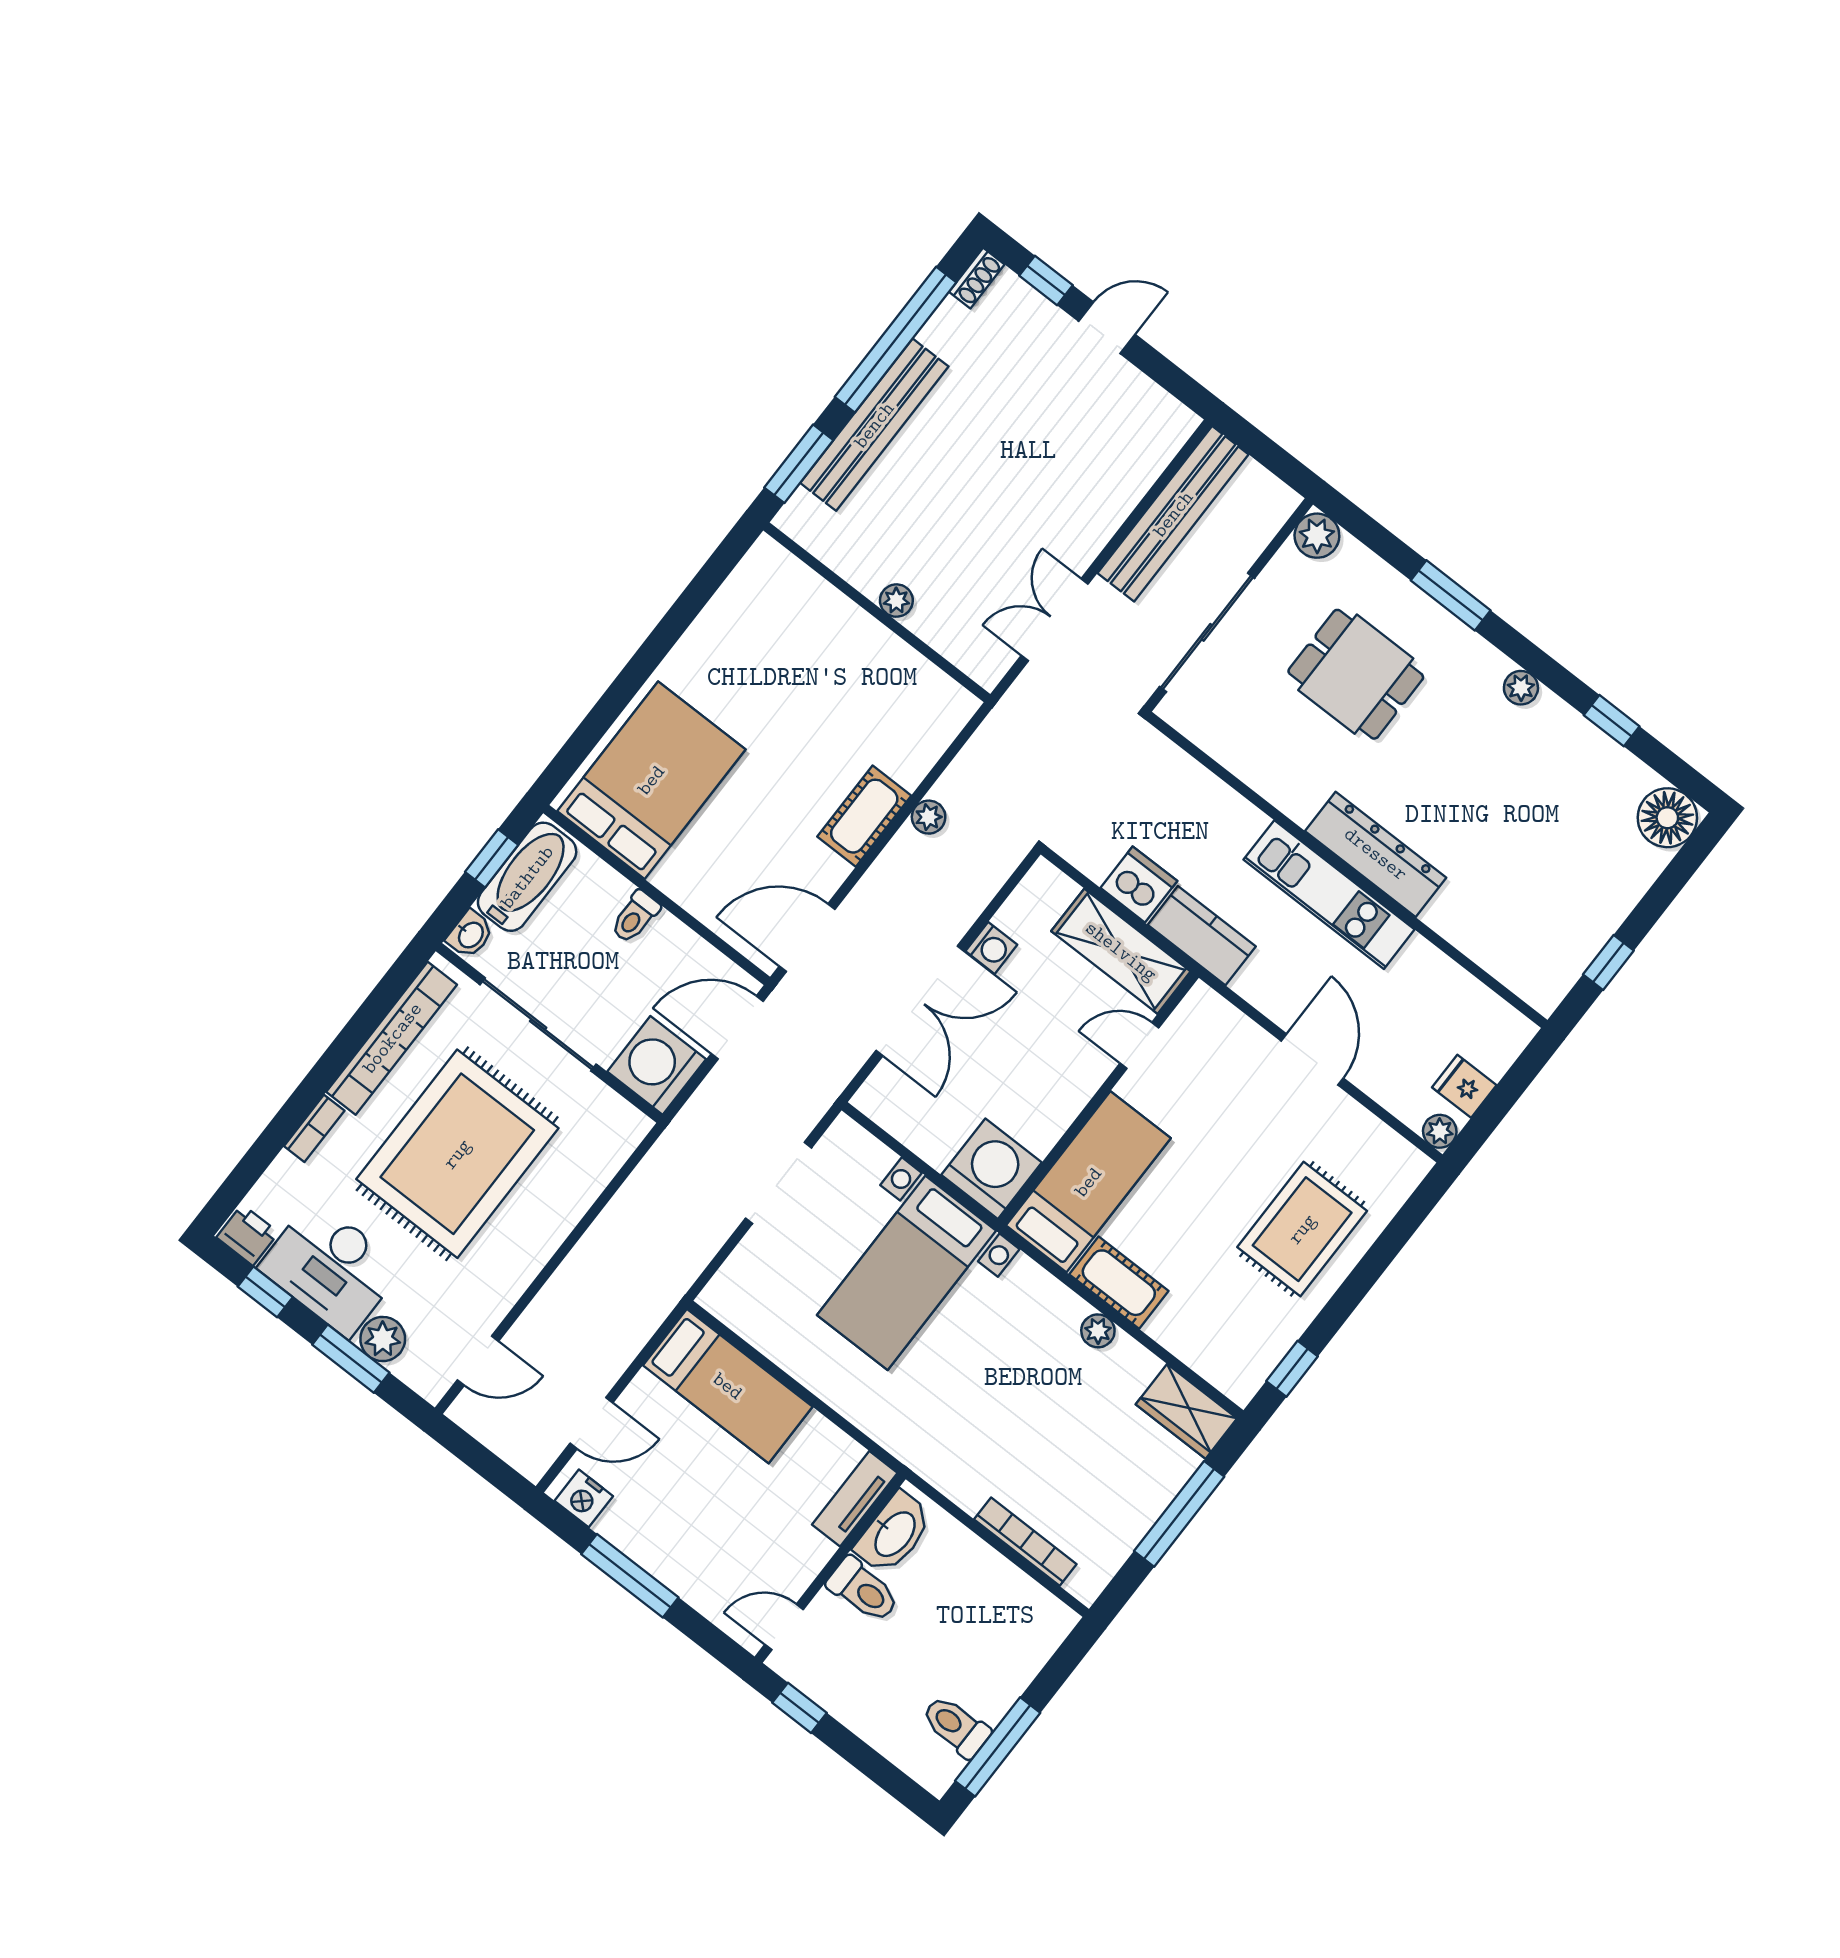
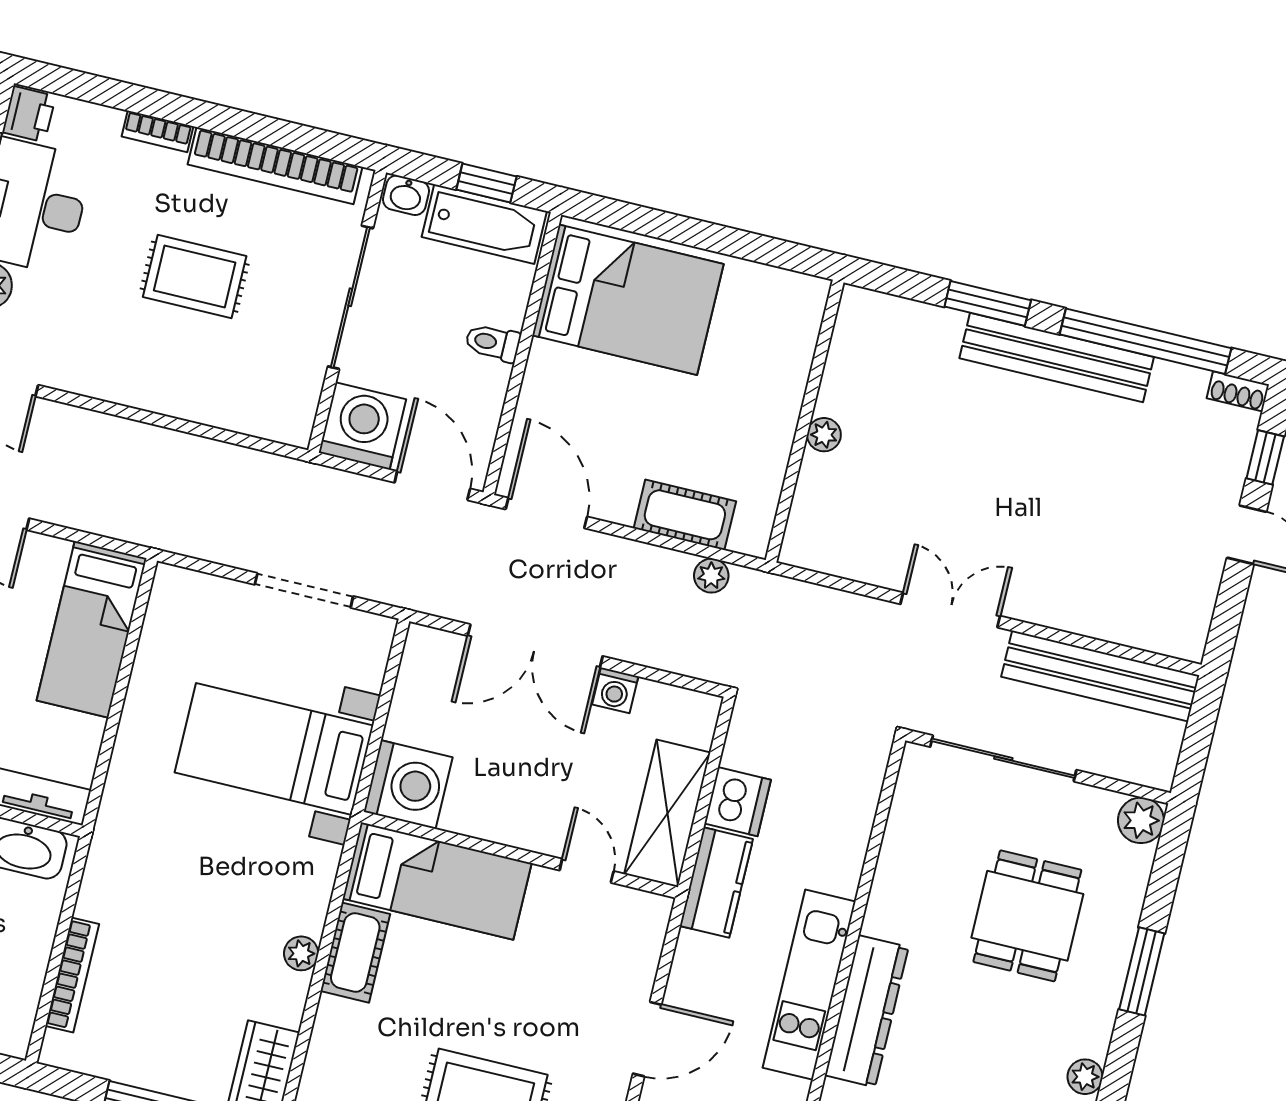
plant: (896, 601) -> (824, 435), moved
wall: (877, 612) -> (805, 421), moved
rug: (457, 1154) -> (195, 277), width x0.54, depth x0.49

